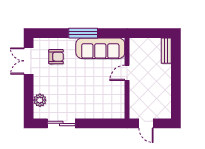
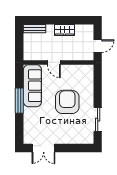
armchair: (56, 57) -> (67, 102), moved, width x1.88, depth x1.88
wardrobe: (164, 85) -> (65, 30), added
plant: (40, 100) -> (77, 138), removed

